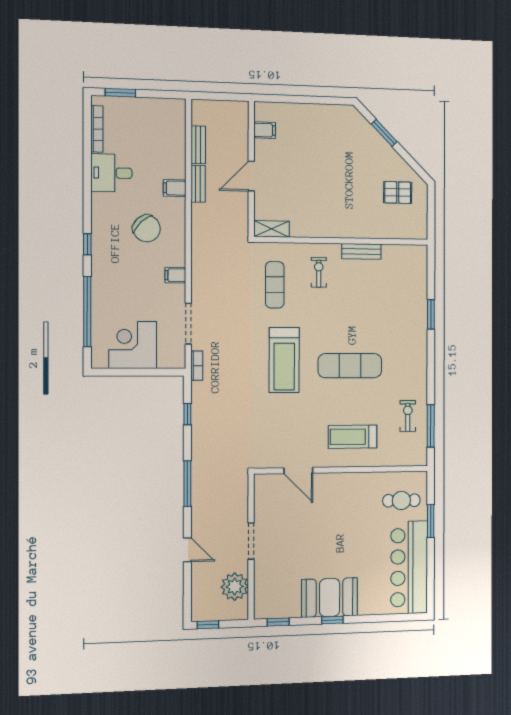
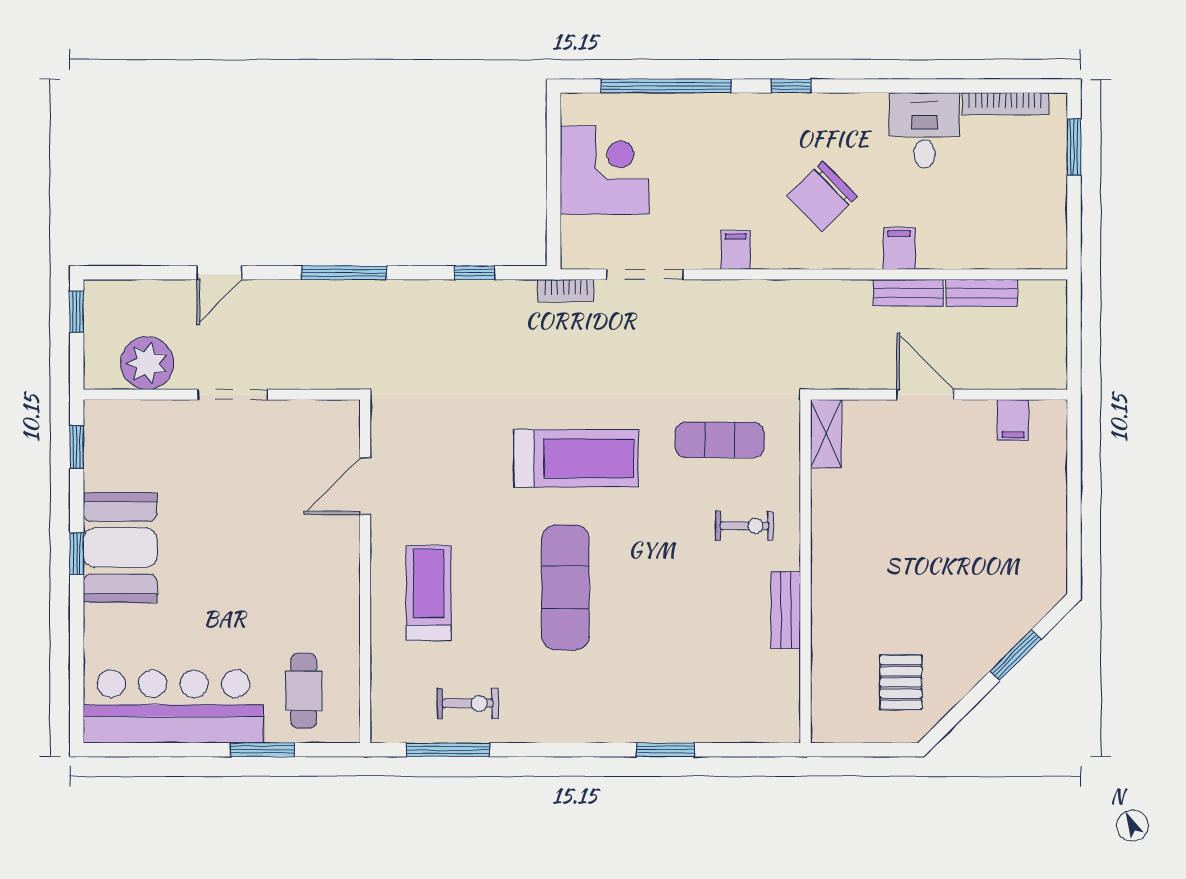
treadmill: (284, 360) -> (576, 458), turned 180

